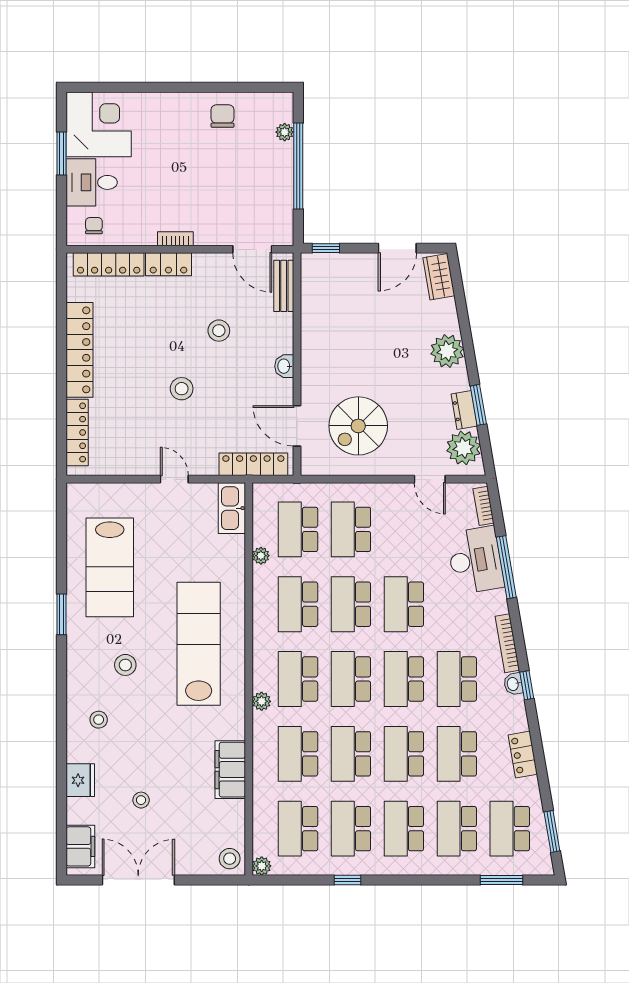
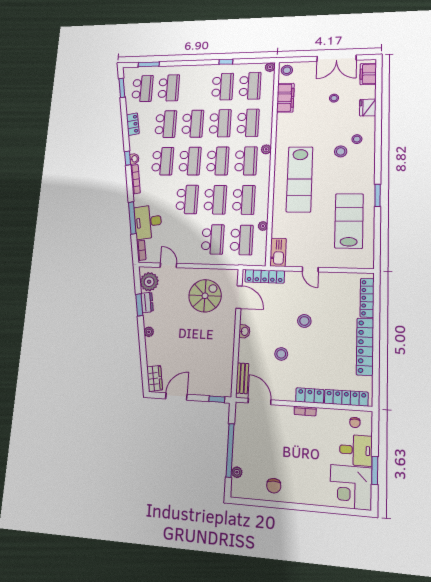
plant: (447, 351) -> (149, 332), width x0.53, depth x0.53
stool: (125, 665) -> (341, 151), moved
filing cabinet: (230, 770) -> (285, 98), moved
school desk: (404, 829) -> (195, 87), removed

